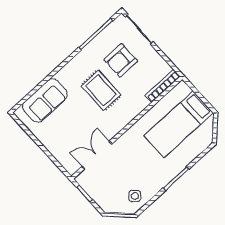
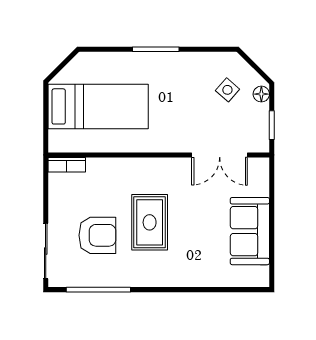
bookcase: (163, 86) -> (67, 165), width x0.64
sofa: (45, 100) -> (250, 231), moved, turned -90
side table: (135, 196) -> (227, 90), moved
floor lamp: (104, 204) -> (261, 94), added

